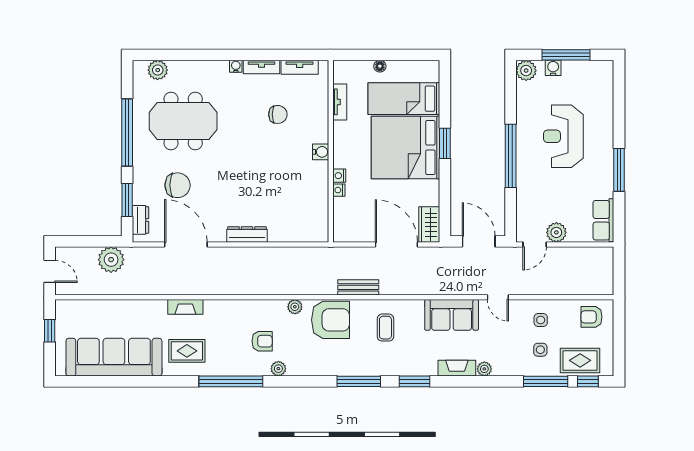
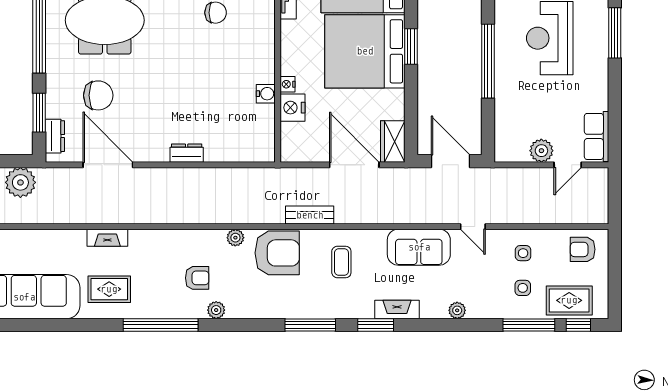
water cooler: (321, 152) -> (266, 94), moved
window: (619, 170) -> (615, 33), moved
nightstand: (339, 190) -> (292, 108), width x1.89, depth x1.79
dresser: (247, 235) -> (187, 153), width x0.70
door: (535, 245) -> (568, 165), moved
fireplace: (457, 368) -> (397, 309), moved

